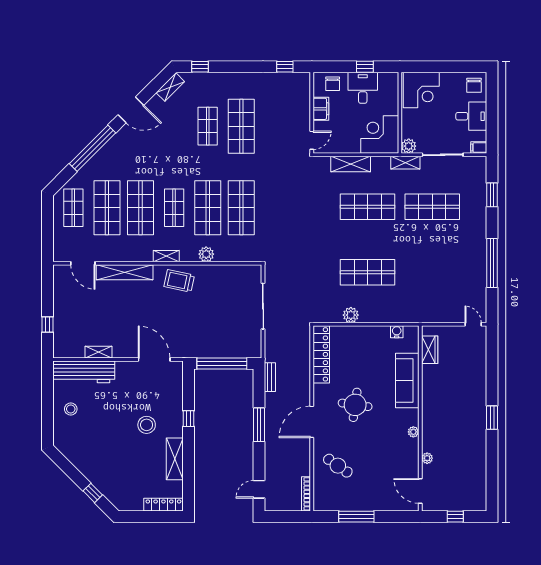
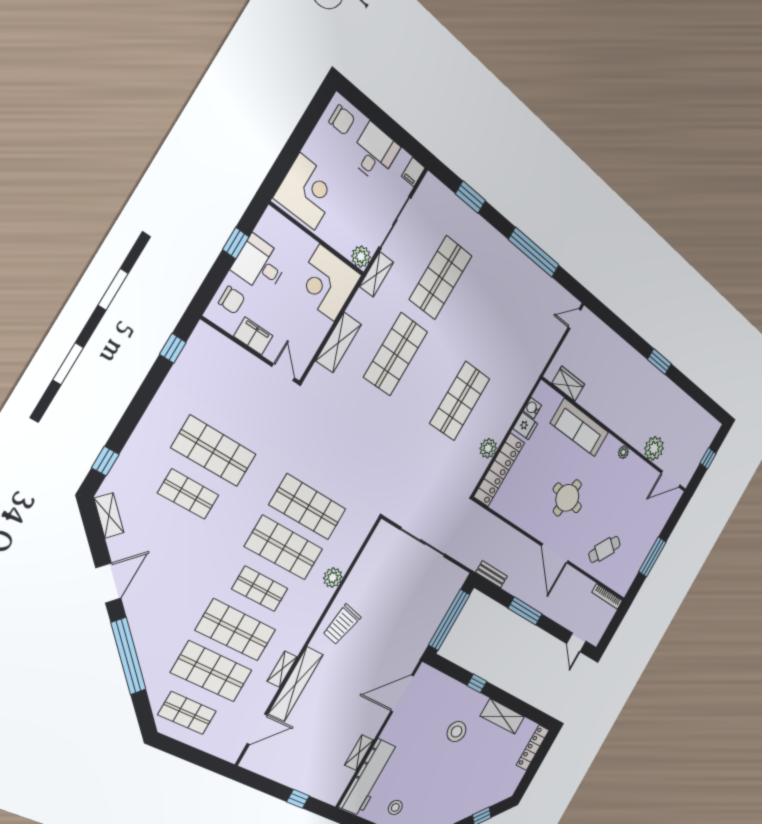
shelving: (166, 256) -> (282, 669), moved
fridge: (382, 334) -> (525, 426), added
locker: (321, 354) -> (499, 470), moved, turned 90
plant: (427, 458) -> (654, 448), width x1.88, depth x1.88

